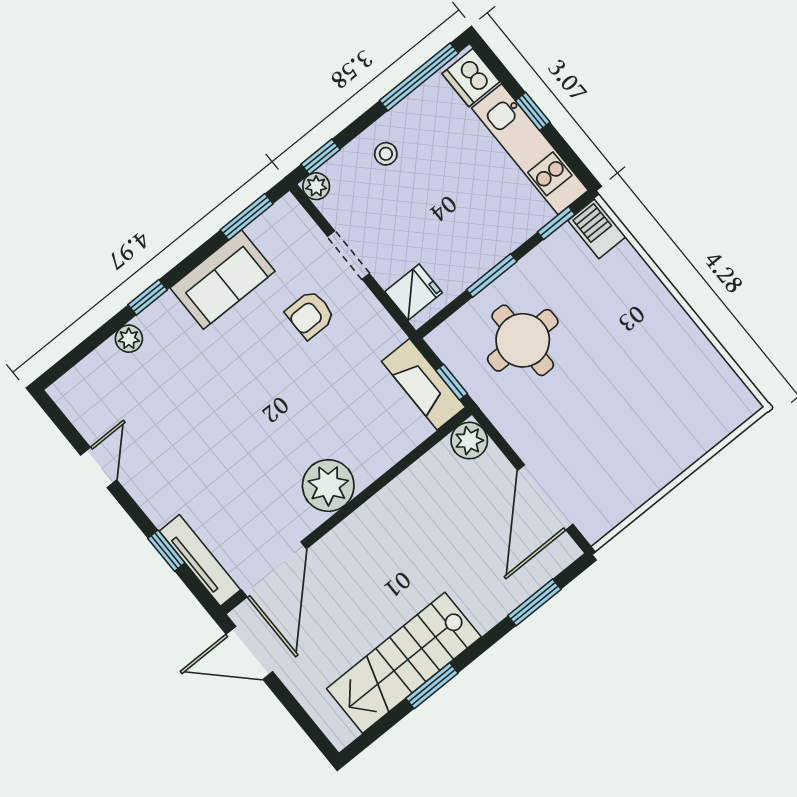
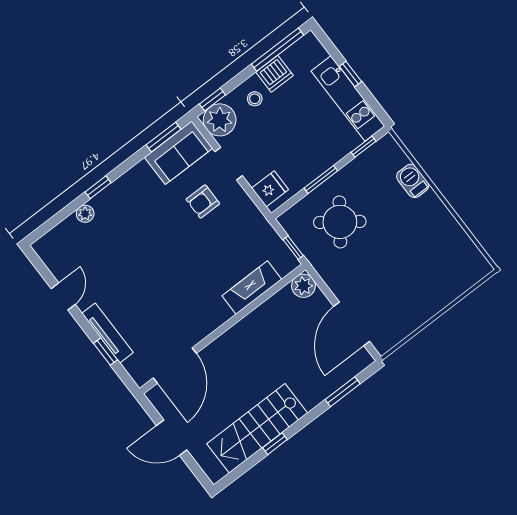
dishwasher: (471, 78) -> (275, 74), moved, turned -90
plant: (316, 186) -> (220, 120), width x1.88, depth x1.88
barbecue: (597, 229) -> (413, 181), moved
sofa: (222, 280) -> (179, 153), moved
round table: (523, 340) -> (340, 222), turned 36
fireplace: (423, 384) -> (252, 288), moved, turned 90
plant: (328, 486) -> (211, 312), removed
tv unit: (200, 560) -> (108, 333), moved
door: (249, 653) -> (172, 438), moved
window: (432, 686) -> (275, 444), width x0.67

